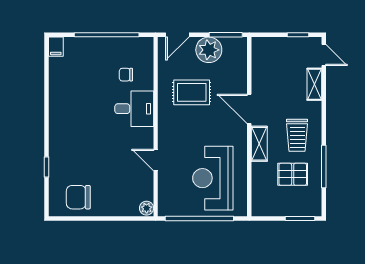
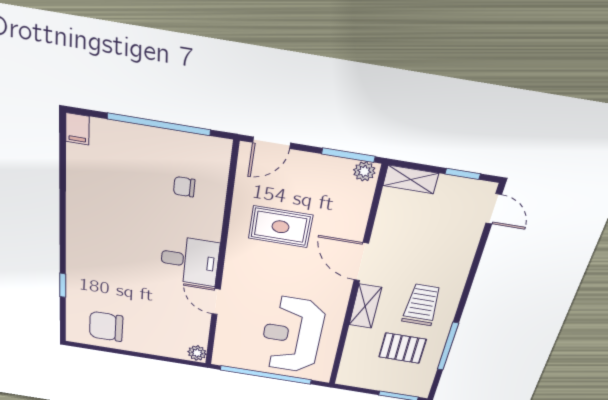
plant: (209, 50) -> (364, 171), moved, width x0.53, depth x0.53
shelving: (314, 84) -> (411, 179), moved, turned 90
desk: (134, 109) -> (190, 261), moved
trolley: (297, 135) -> (422, 305), turned 180

